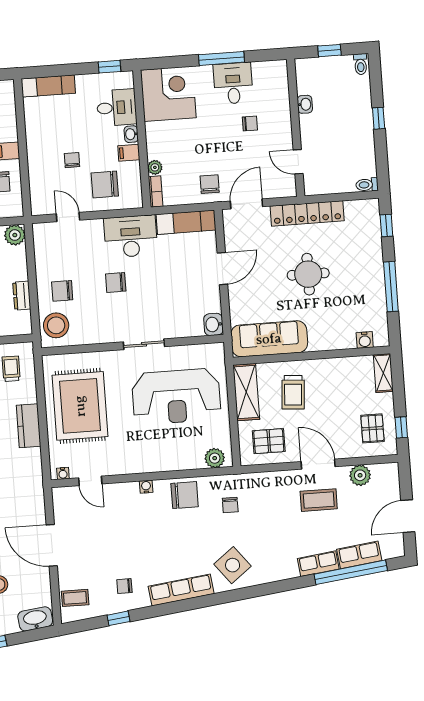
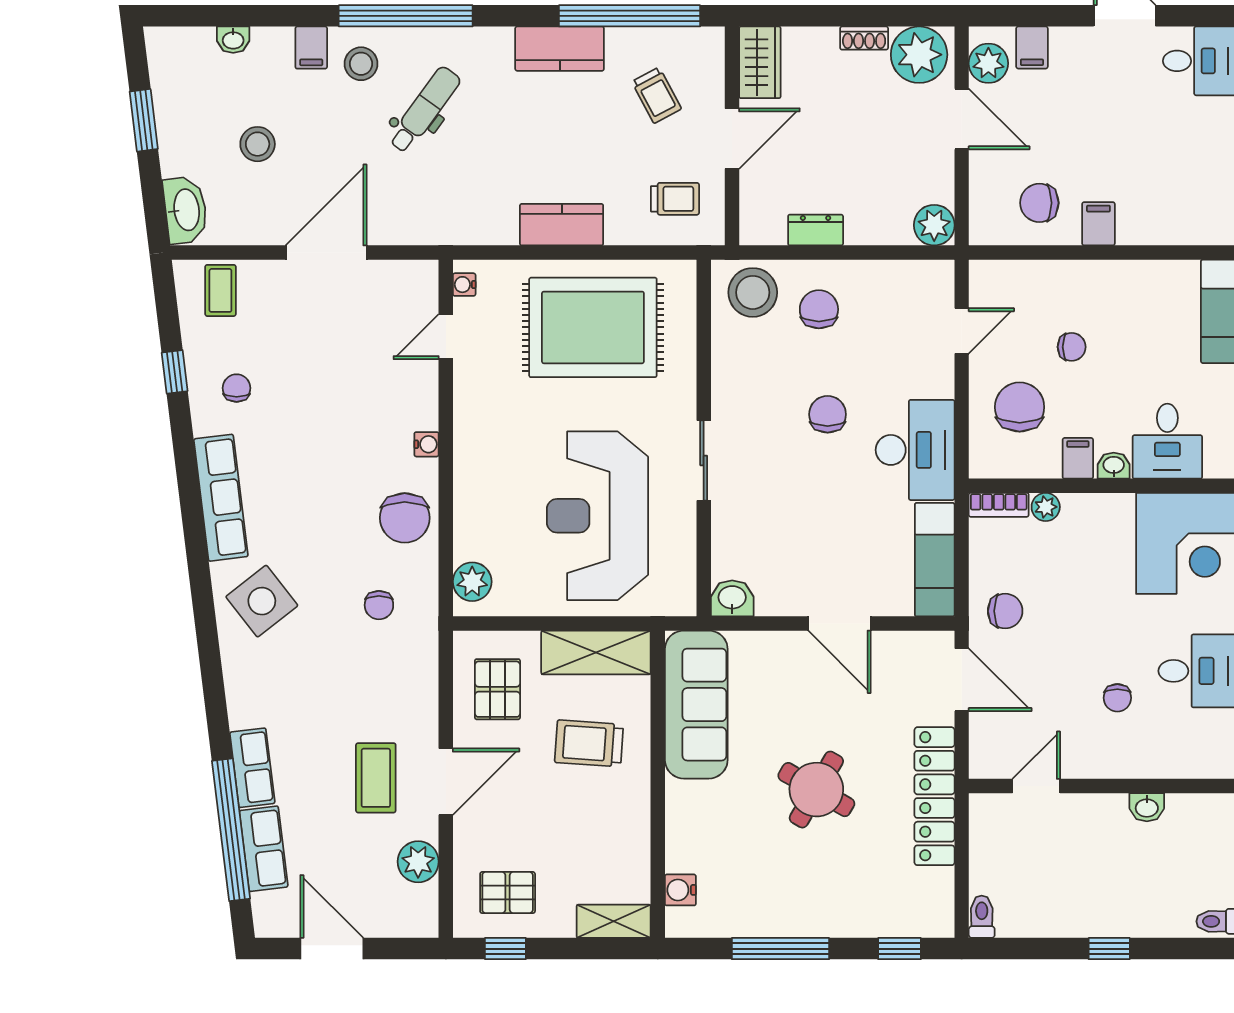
round table: (308, 274) -> (816, 790), turned 30
chair: (230, 505) -> (379, 605), turned -90

